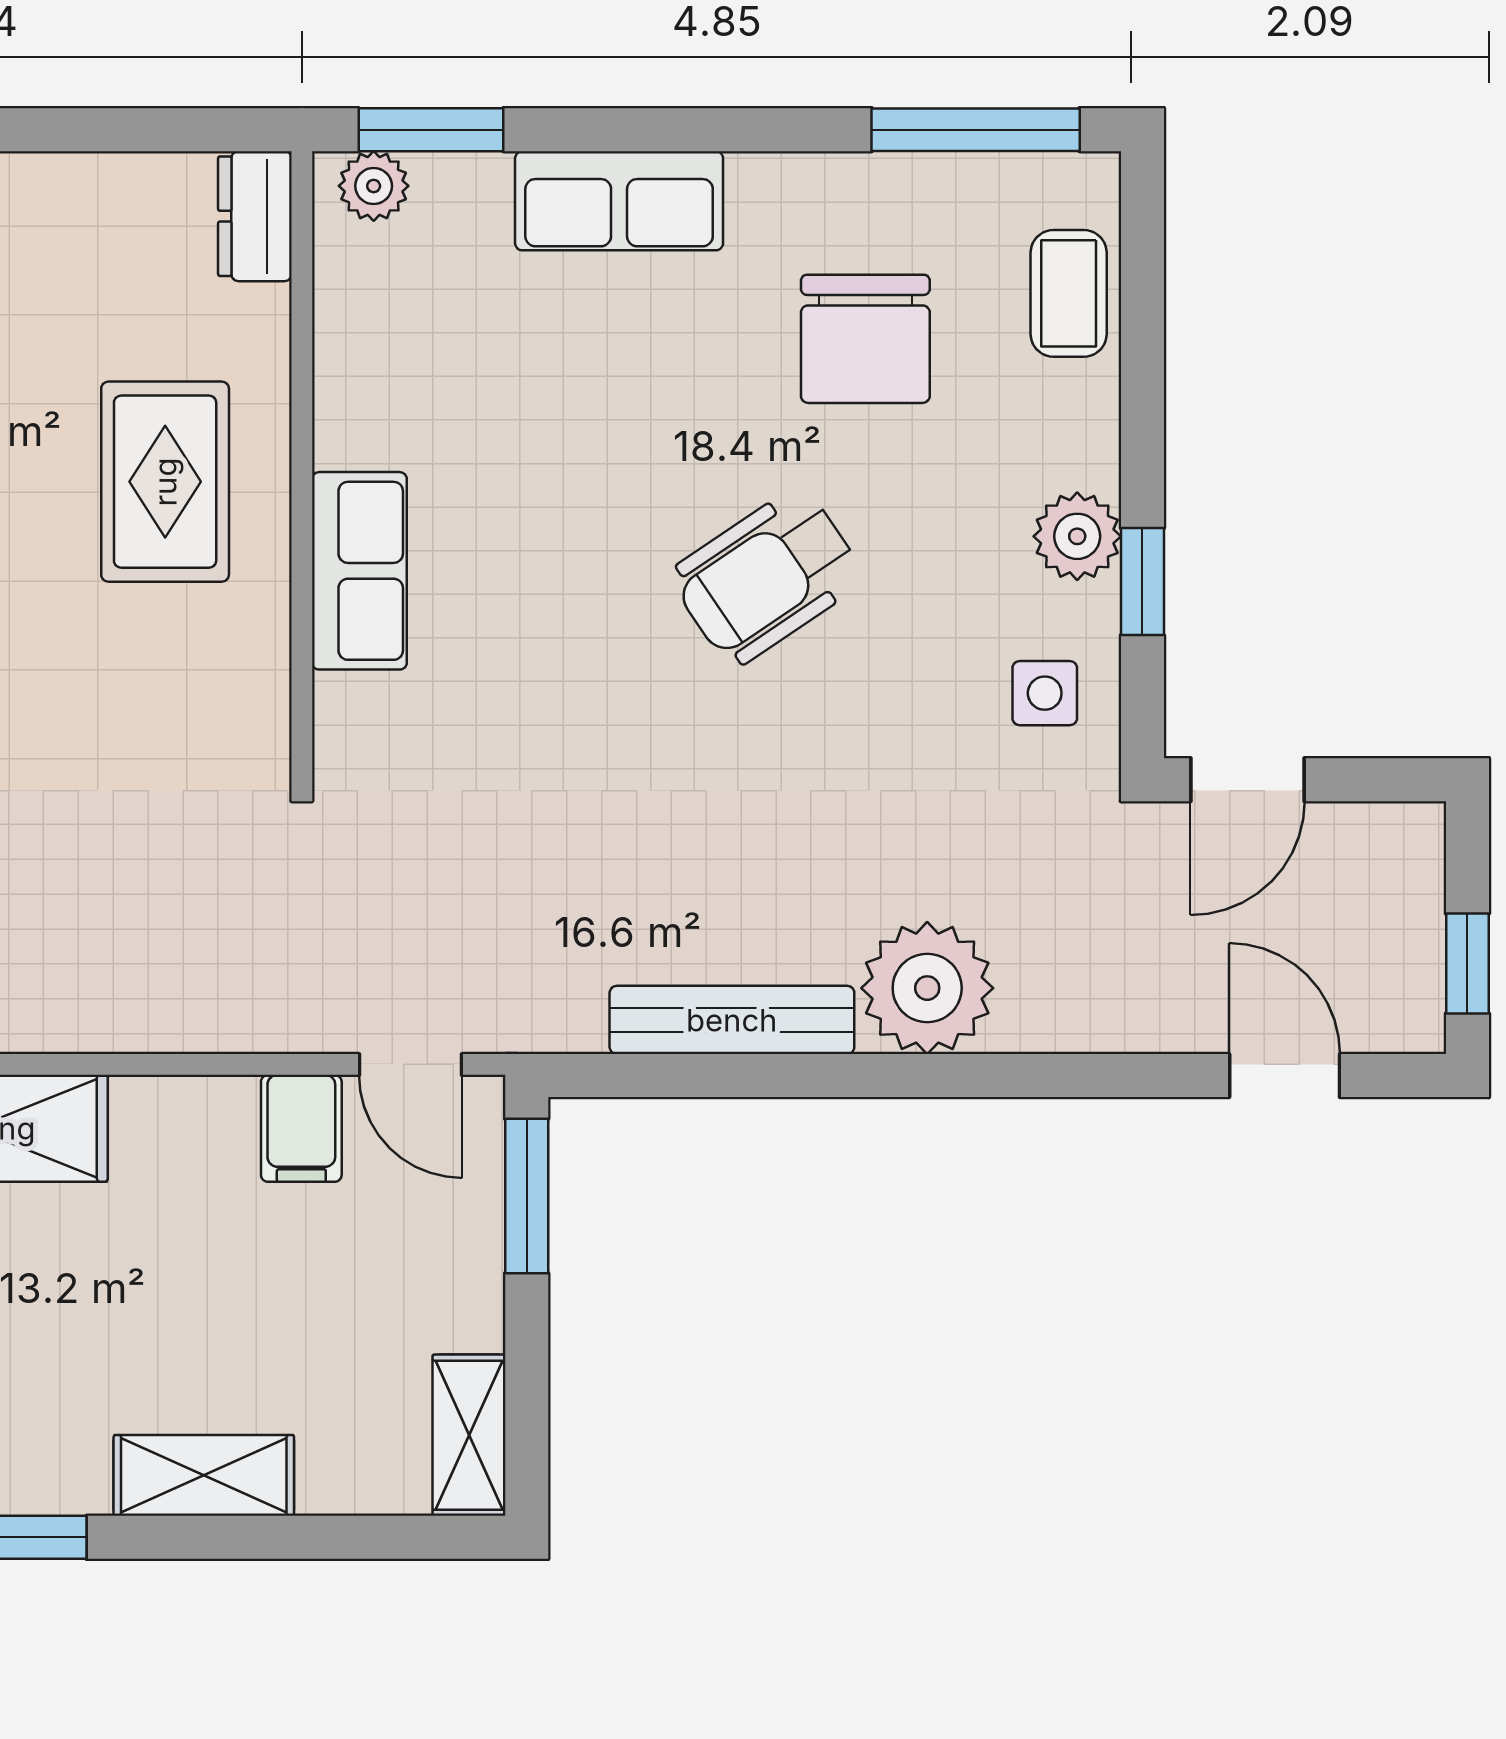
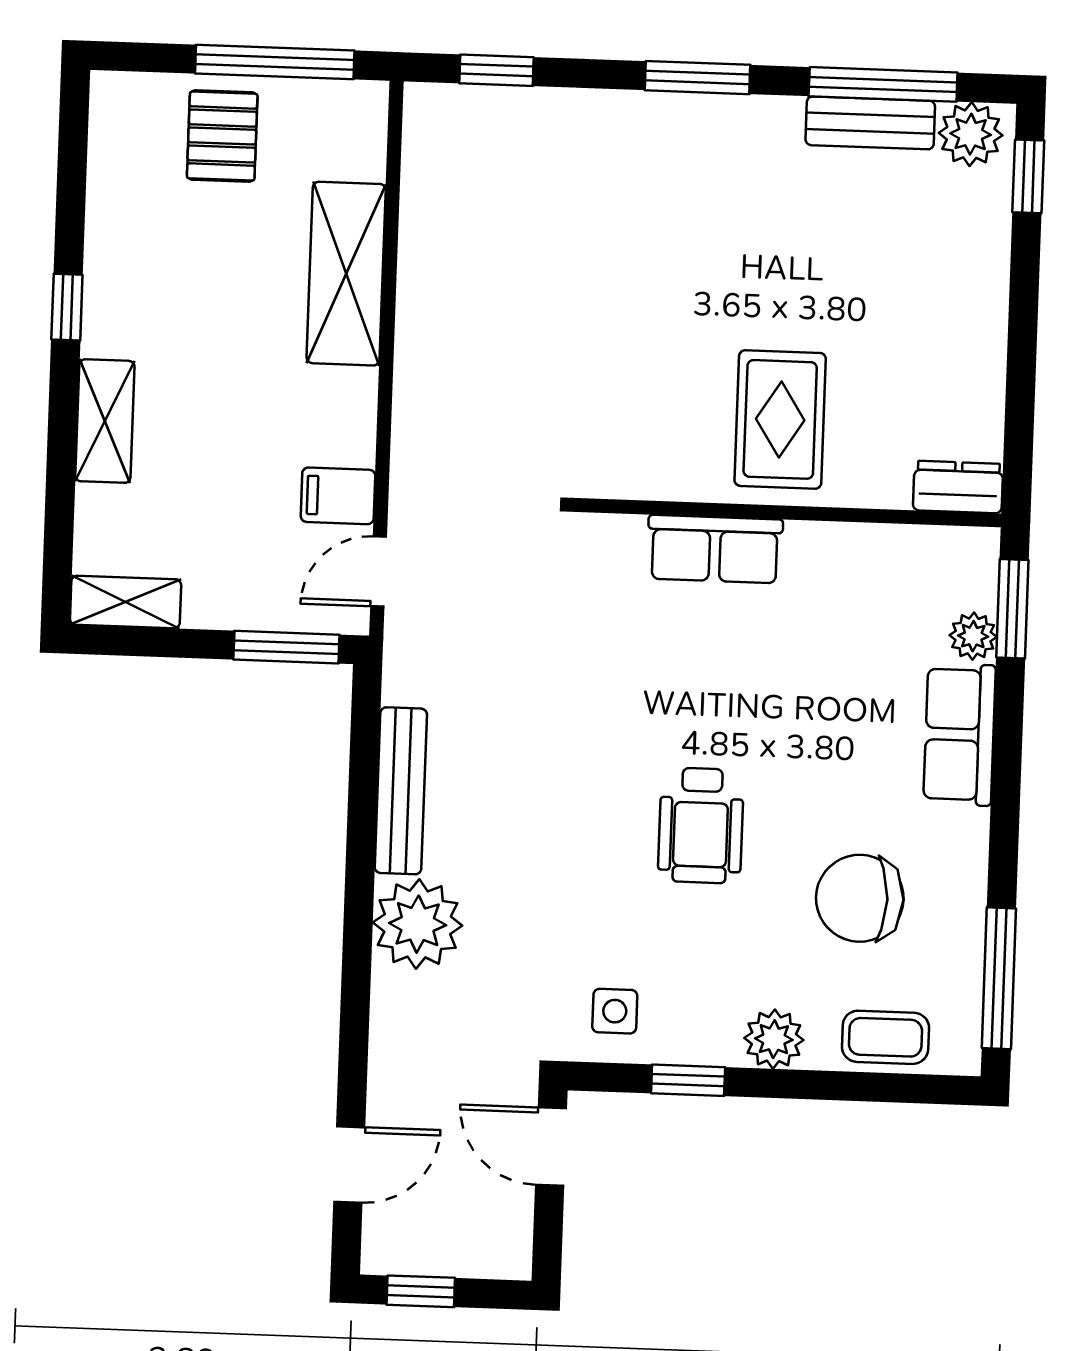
plant: (374, 186) -> (973, 636), moved
rug: (165, 482) -> (780, 419), turned 90
plant: (1077, 536) -> (774, 1039), moved
wheelchair: (767, 577) -> (701, 825), turned -146

